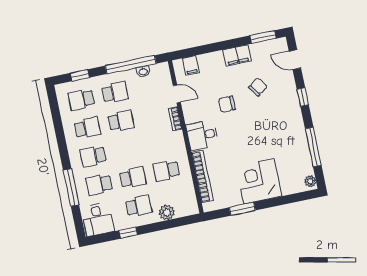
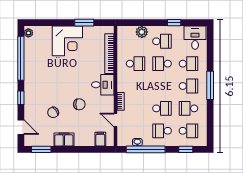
school desk: (121, 121) -> (162, 108), turned 180
window: (313, 147) -> (21, 58), width x1.46
window: (71, 188) -> (210, 85), moved
school desk: (139, 206) -> (162, 41), turned 180

